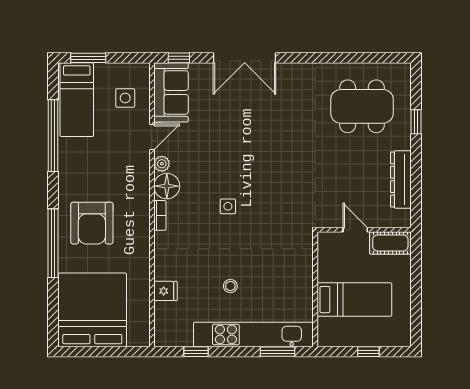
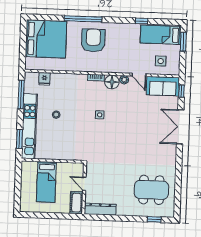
dining table: (362, 106) -> (151, 190), turned 90
window: (416, 122) -> (154, 219), moved
window: (53, 136) -> (142, 21), width x0.32
dresser: (401, 179) -> (100, 209), moved
armchair: (92, 223) -> (93, 40), turned 90
door: (355, 230) -> (84, 184), swing flipped
fridge: (165, 291) -> (44, 79), moved
window: (196, 352) -> (21, 95), width x2.17
window: (368, 352) -> (18, 188), removed

